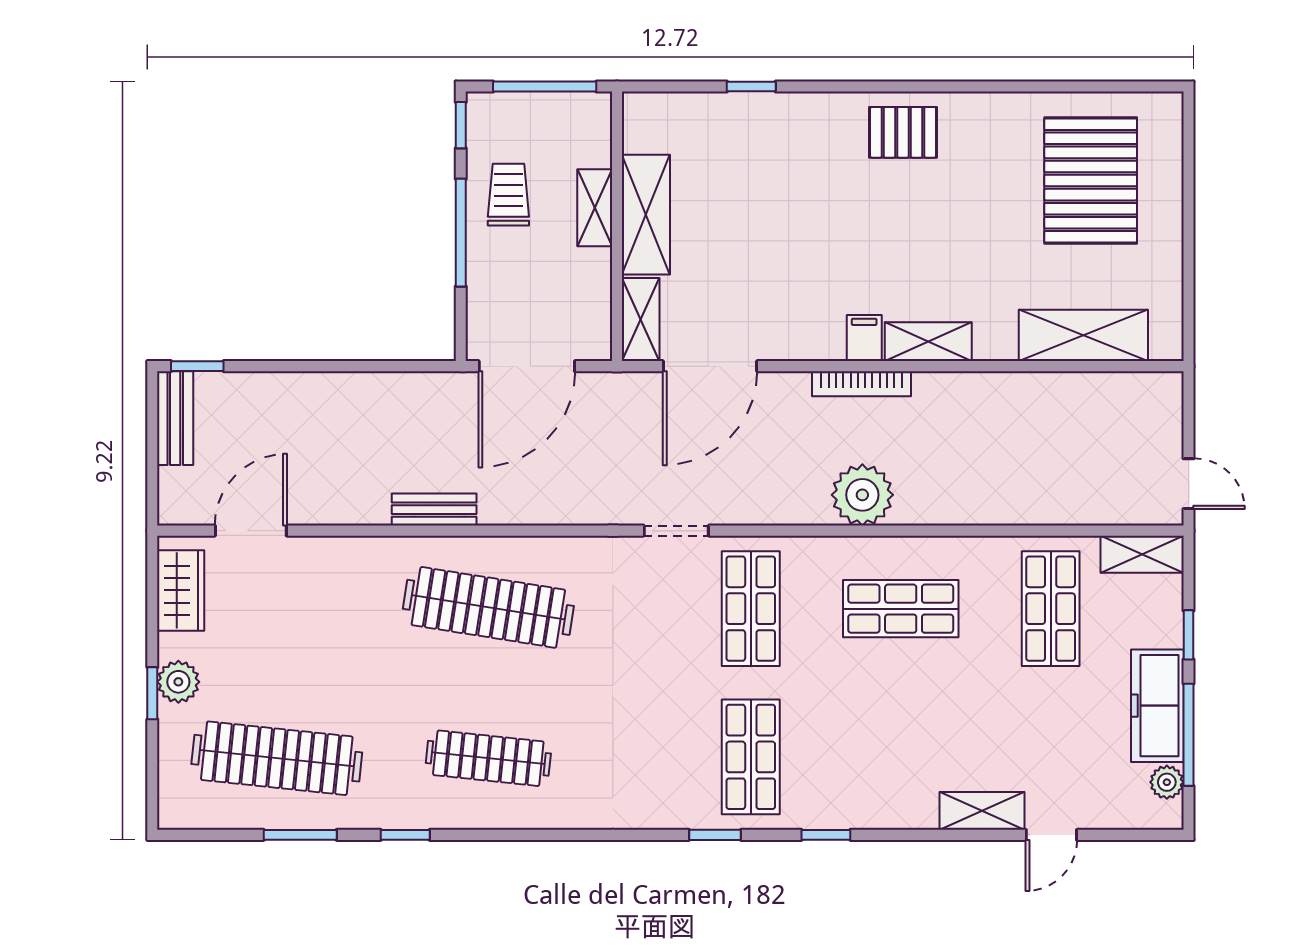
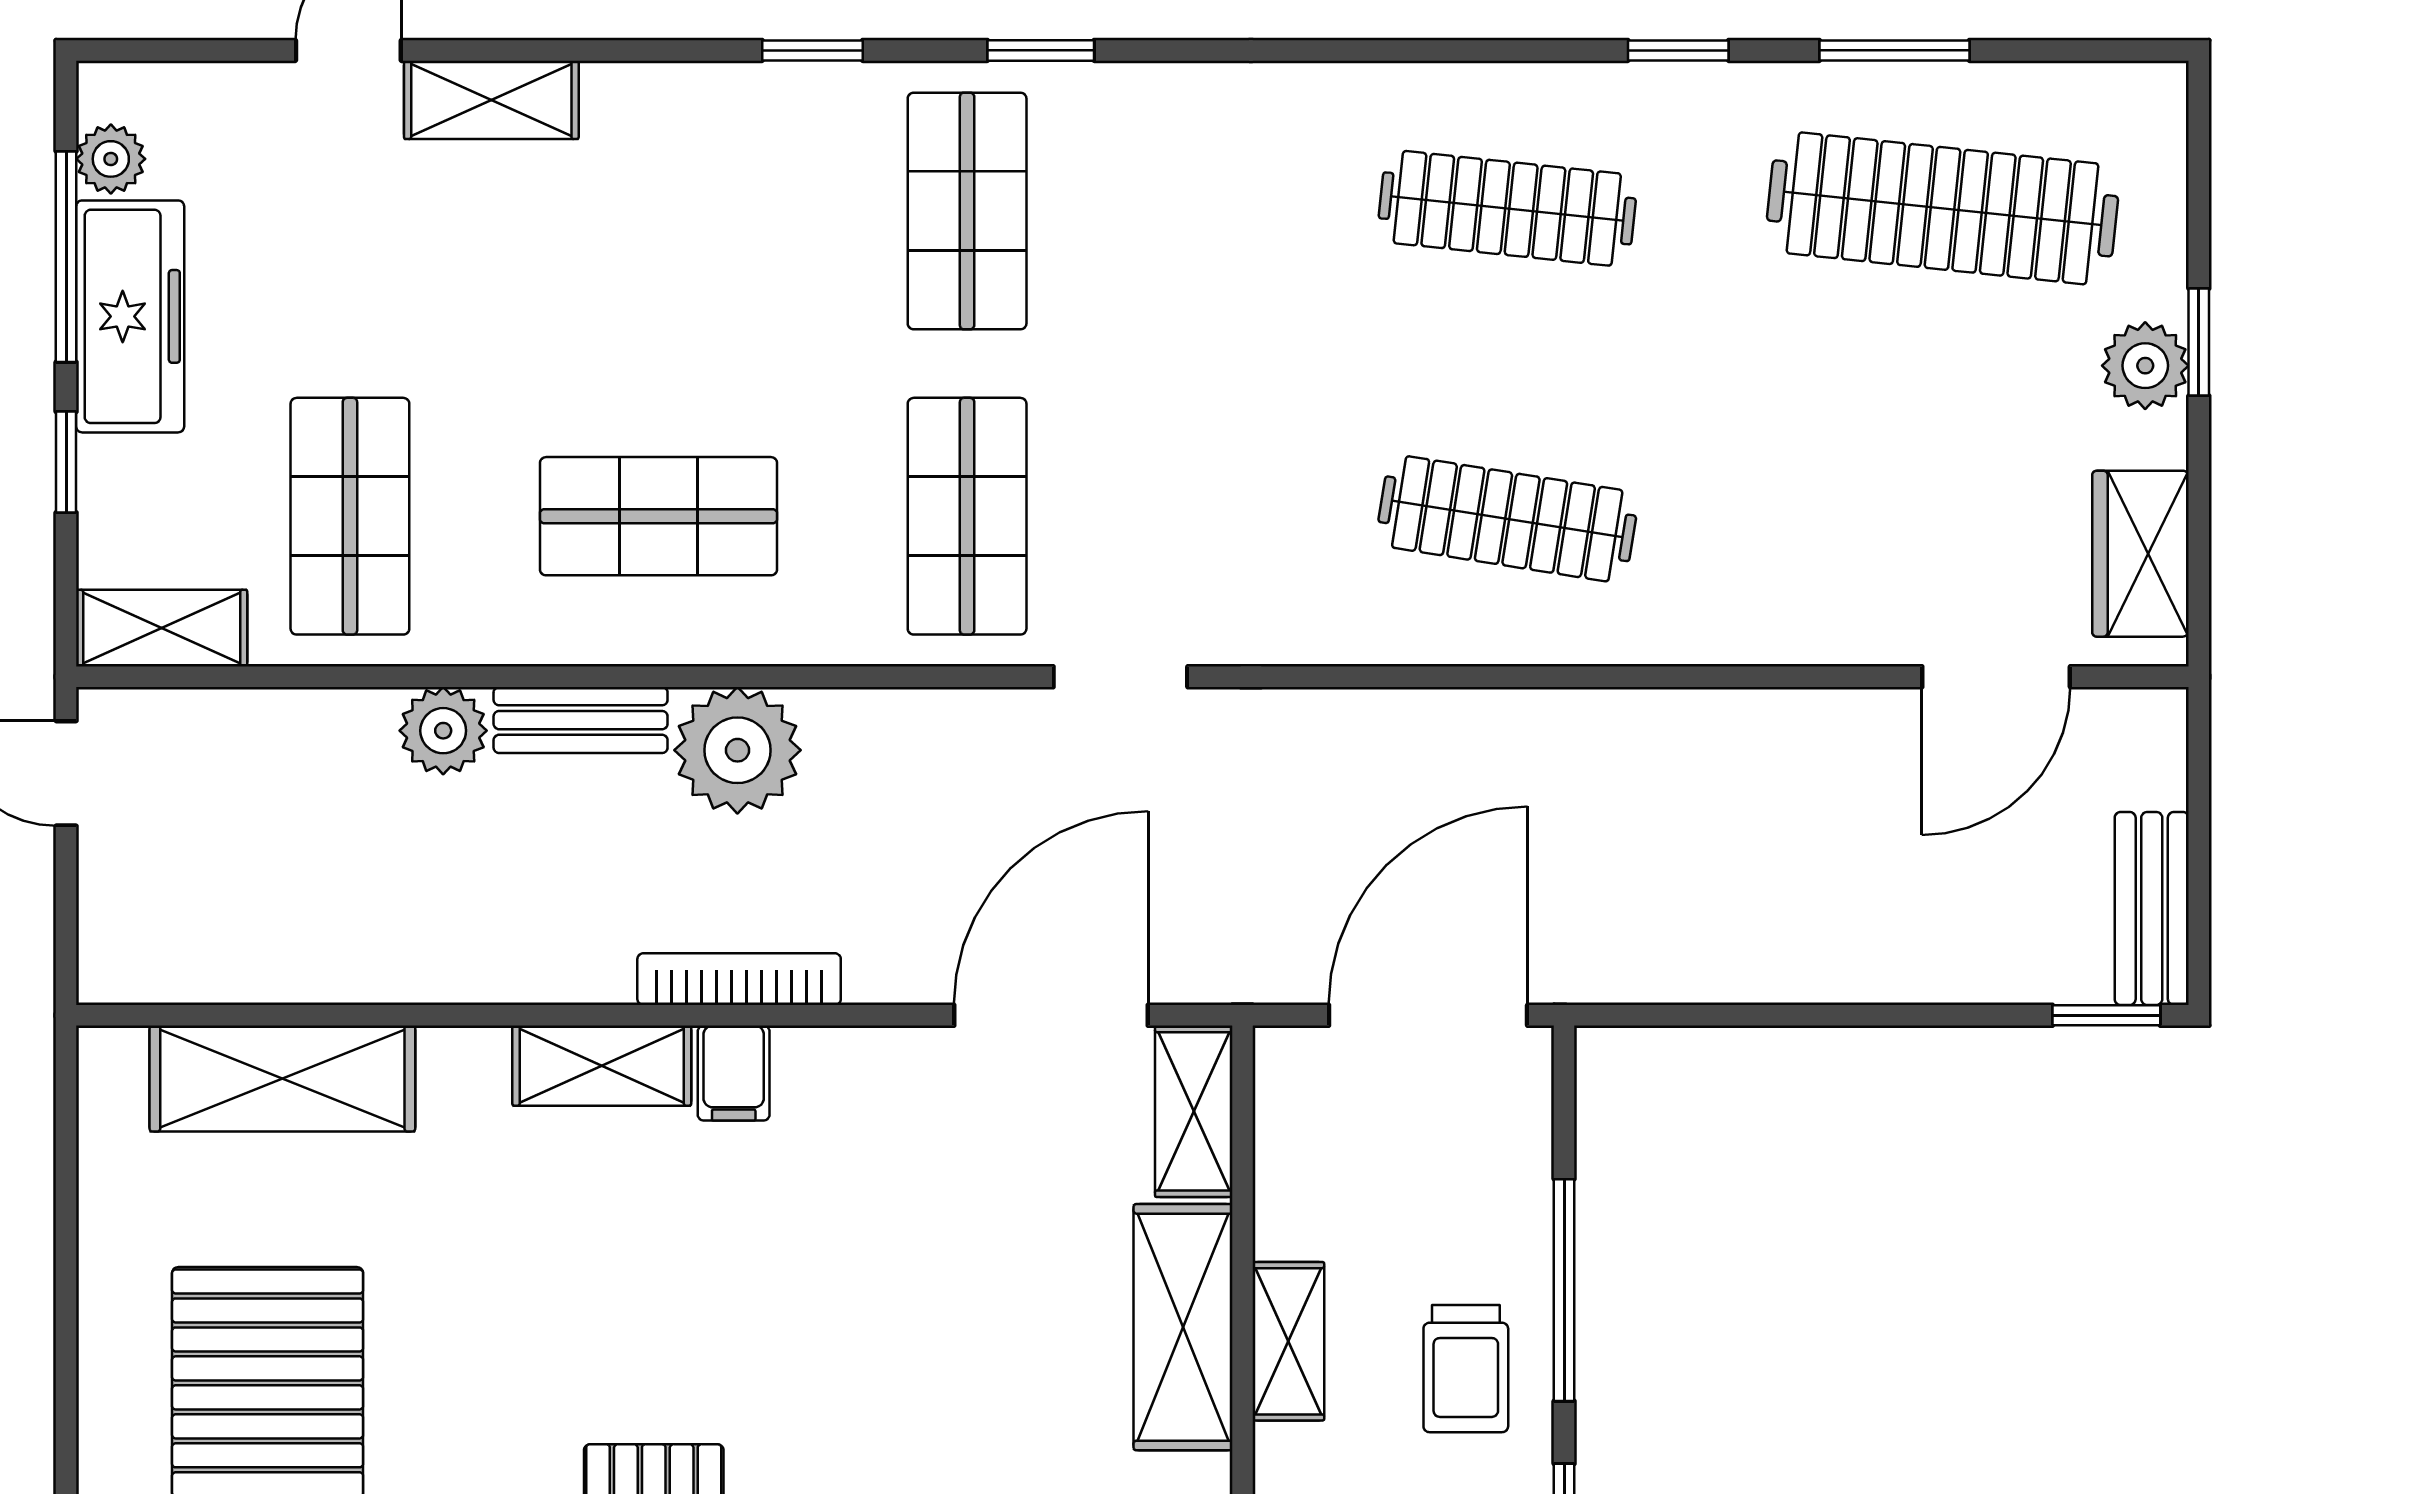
plant: (1005, 504) -> (443, 731), added
bench: (434, 510) -> (581, 720), moved
clothes rail: (488, 607) -> (1507, 519), width x0.73, depth x0.76

